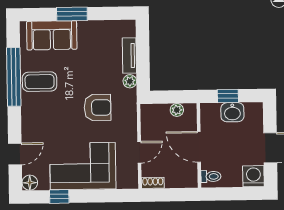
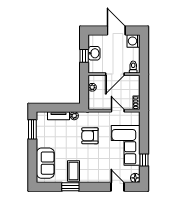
window: (72, 14) -> (32, 129), moved
window: (14, 77) -> (70, 187), width x0.47
armchair: (98, 108) -> (90, 136), turned -90

